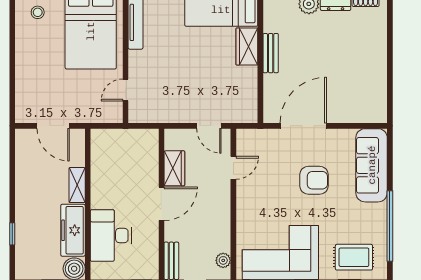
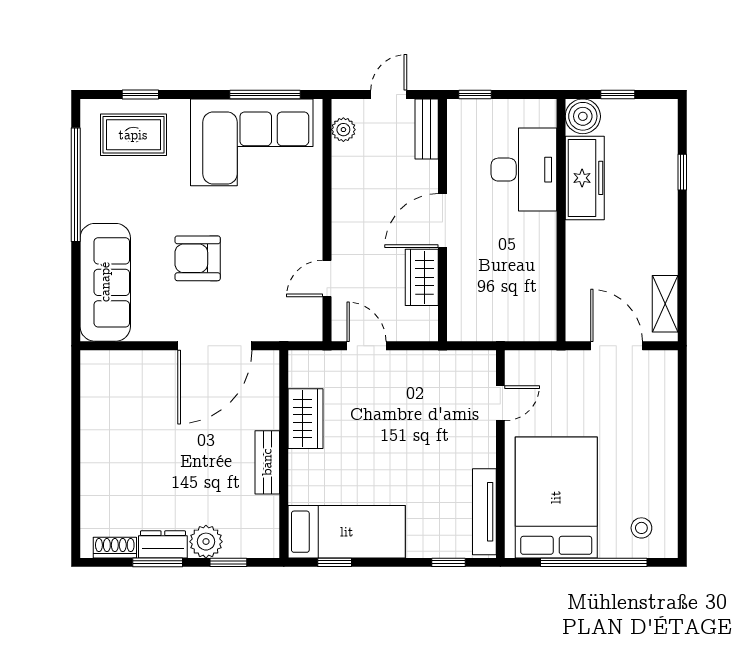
wardrobe: (247, 47) -> (305, 419), moved
shelving: (77, 185) -> (665, 304), moved

